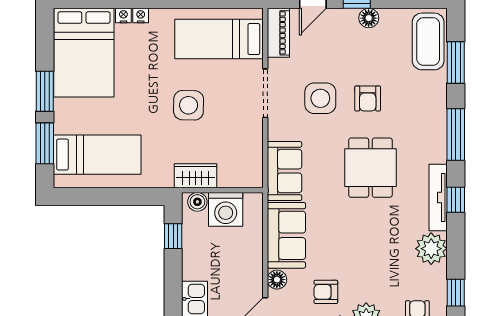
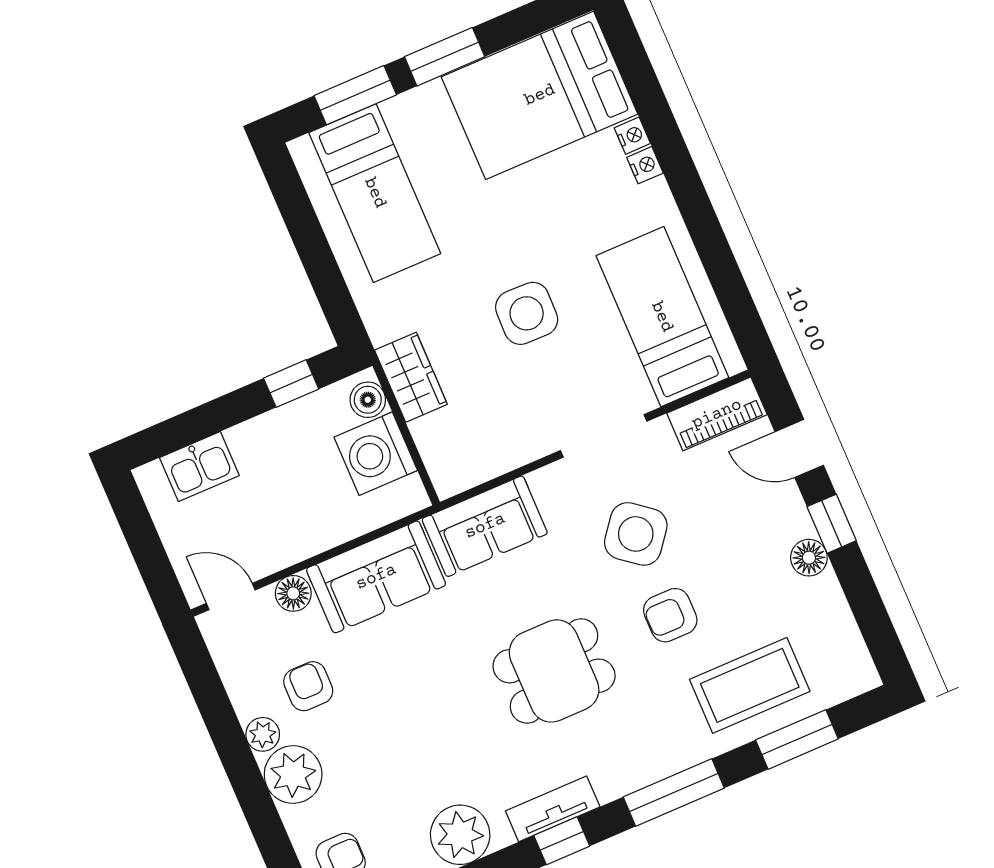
coffee table: (428, 41) -> (750, 685), moved
side table: (320, 98) -> (636, 534), turned 38
tv unit: (438, 198) -> (553, 809), width x0.71

